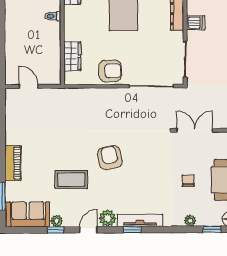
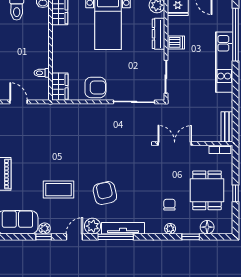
toilet: (53, 16) -> (42, 73), moved
wardrobe: (72, 56) -> (60, 87), moved
armchair: (110, 158) -> (105, 193), moved
chair: (188, 181) -> (169, 205), moved
window: (132, 230) -> (116, 237), width x2.17

